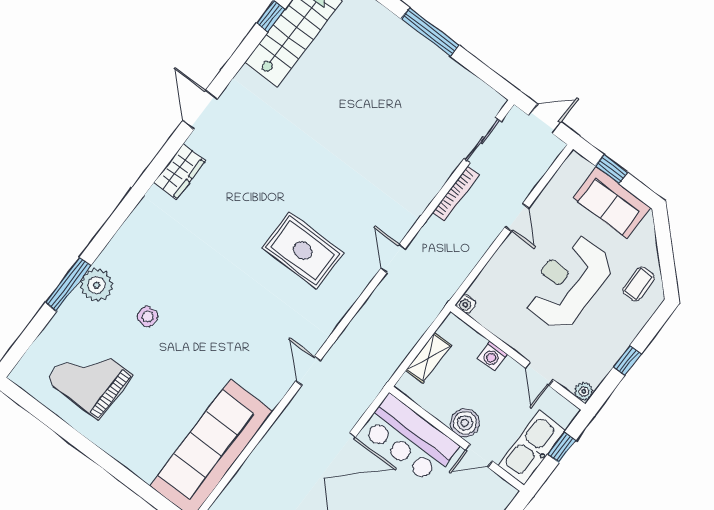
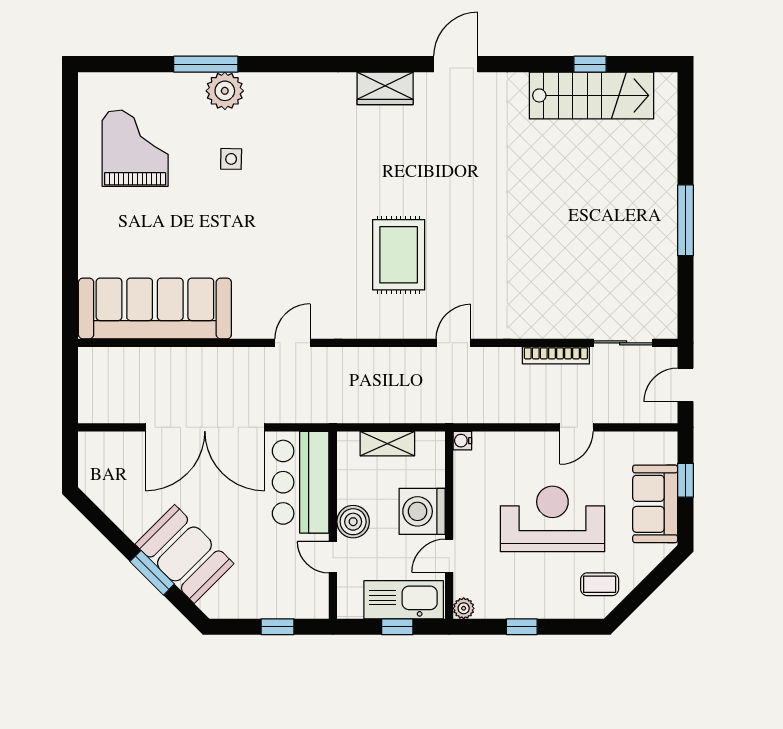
door: (545, 119) -> (686, 385), swing flipped
washing machine: (492, 356) -> (422, 511), width x1.89, depth x1.89
kitchen sink: (532, 448) -> (404, 600), moved

